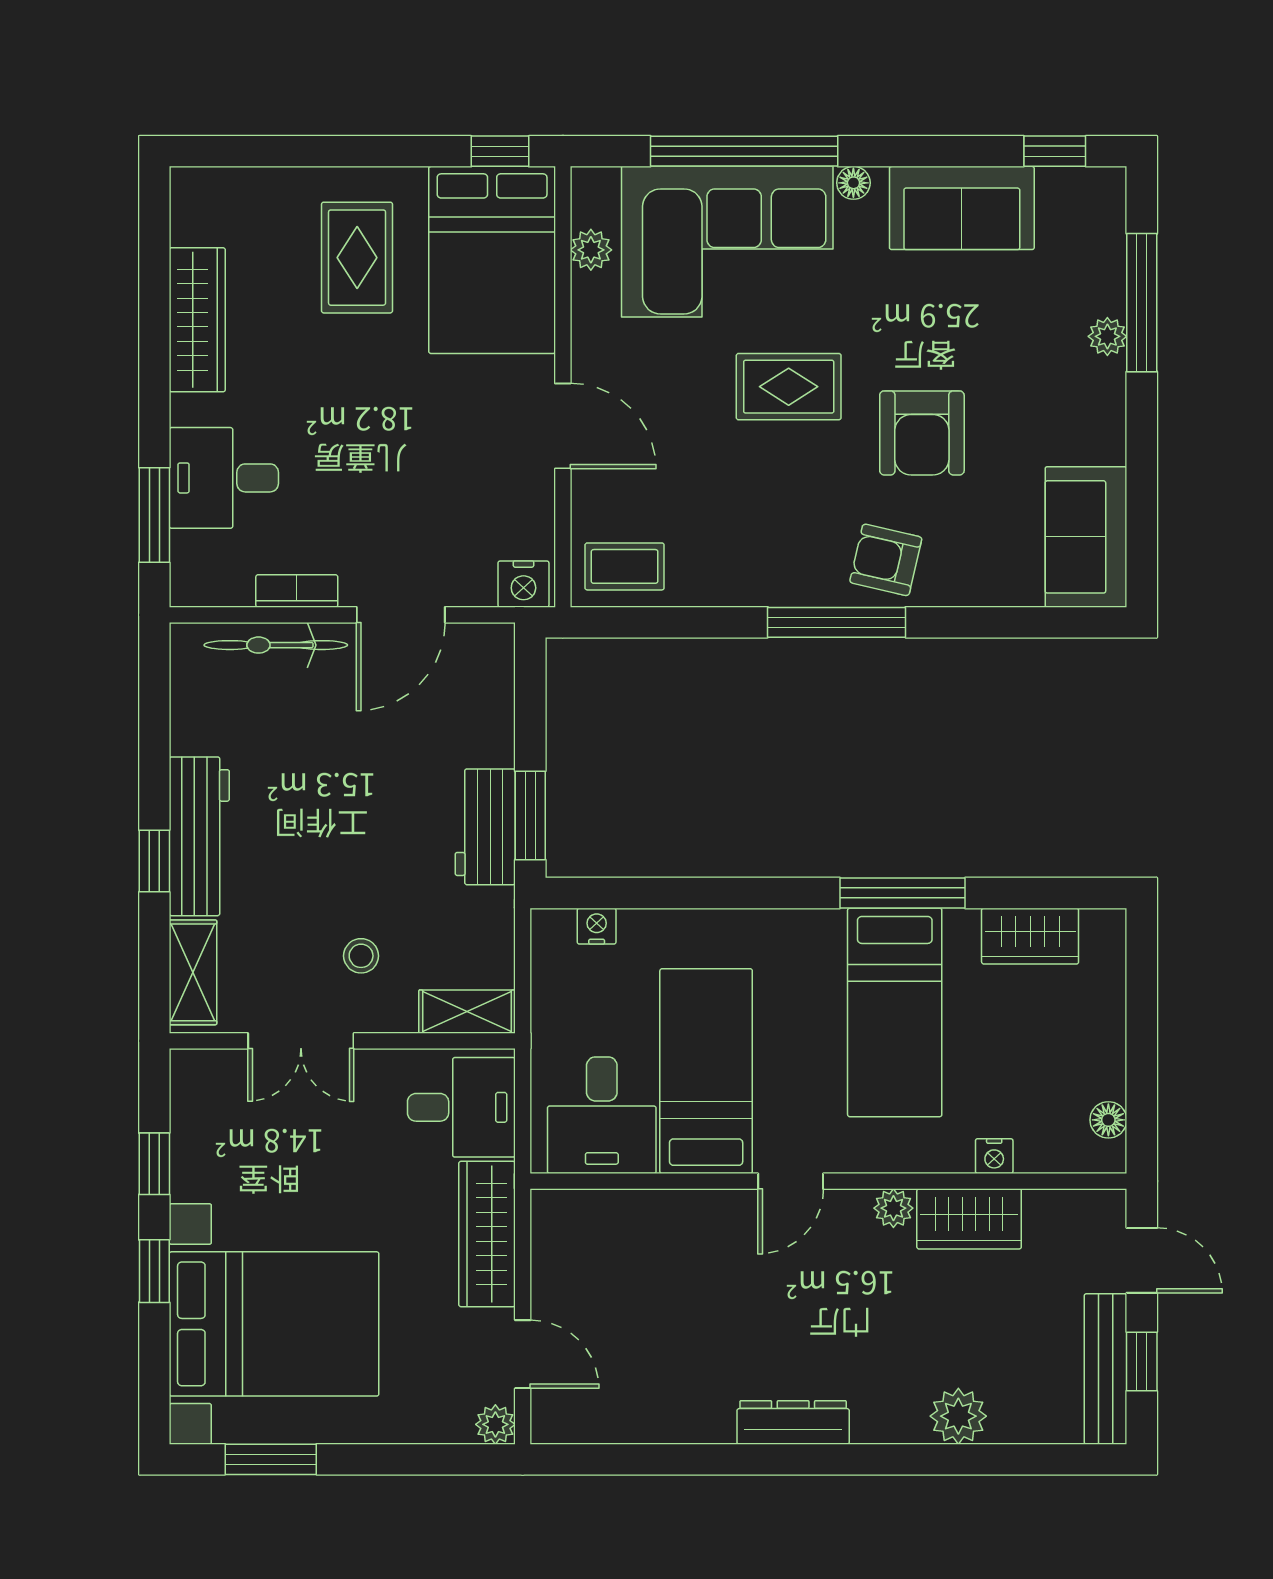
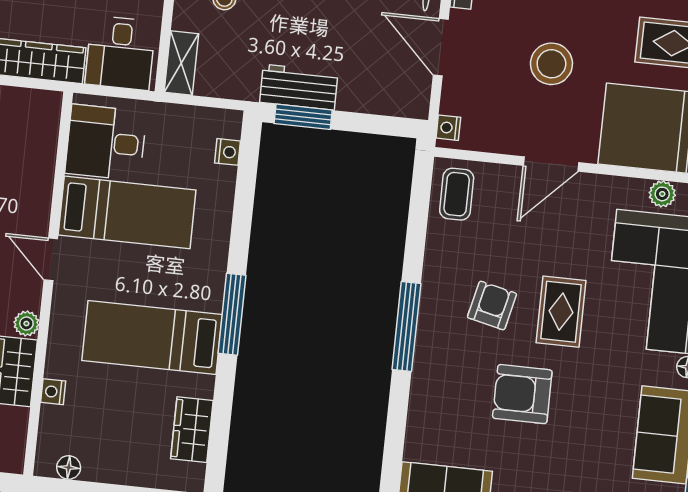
stool: (408, 442) -> (551, 64), added
armchair: (886, 560) -> (492, 305), moved
nightstand: (523, 584) -> (448, 128), width x0.72, depth x0.74
window: (903, 893) -> (232, 314), moved

